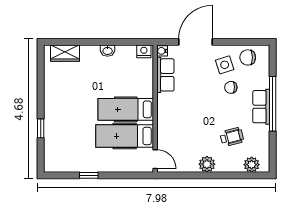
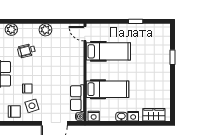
nightstand: (92, 51) -> (133, 116), added
hospital bed: (126, 109) -> (108, 89), moved

